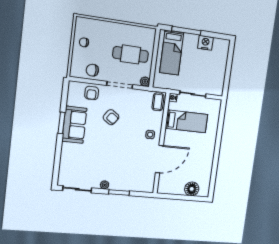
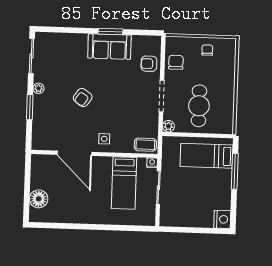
nightstand: (205, 43) -> (222, 219), moved
armchair: (111, 117) -> (83, 98), moved

